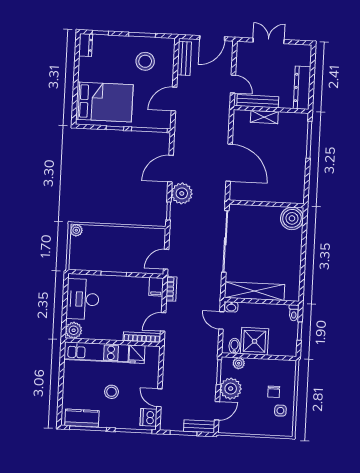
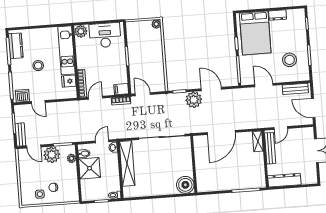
dresser: (86, 45) -> (278, 15), moved
shelving: (264, 117) -> (258, 141), moved
door: (163, 322) -> (95, 98), hinge flipped
door: (159, 398) -> (38, 102), swing flipped

